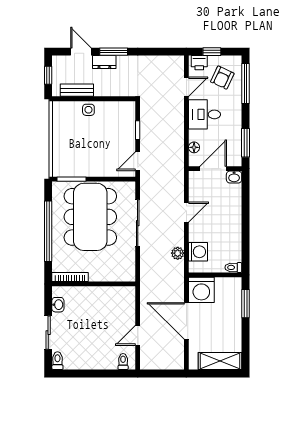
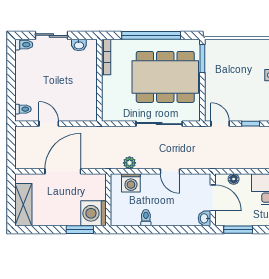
toilet: (233, 267) -> (146, 218), moved
washing machine: (201, 290) -> (93, 213), moved

